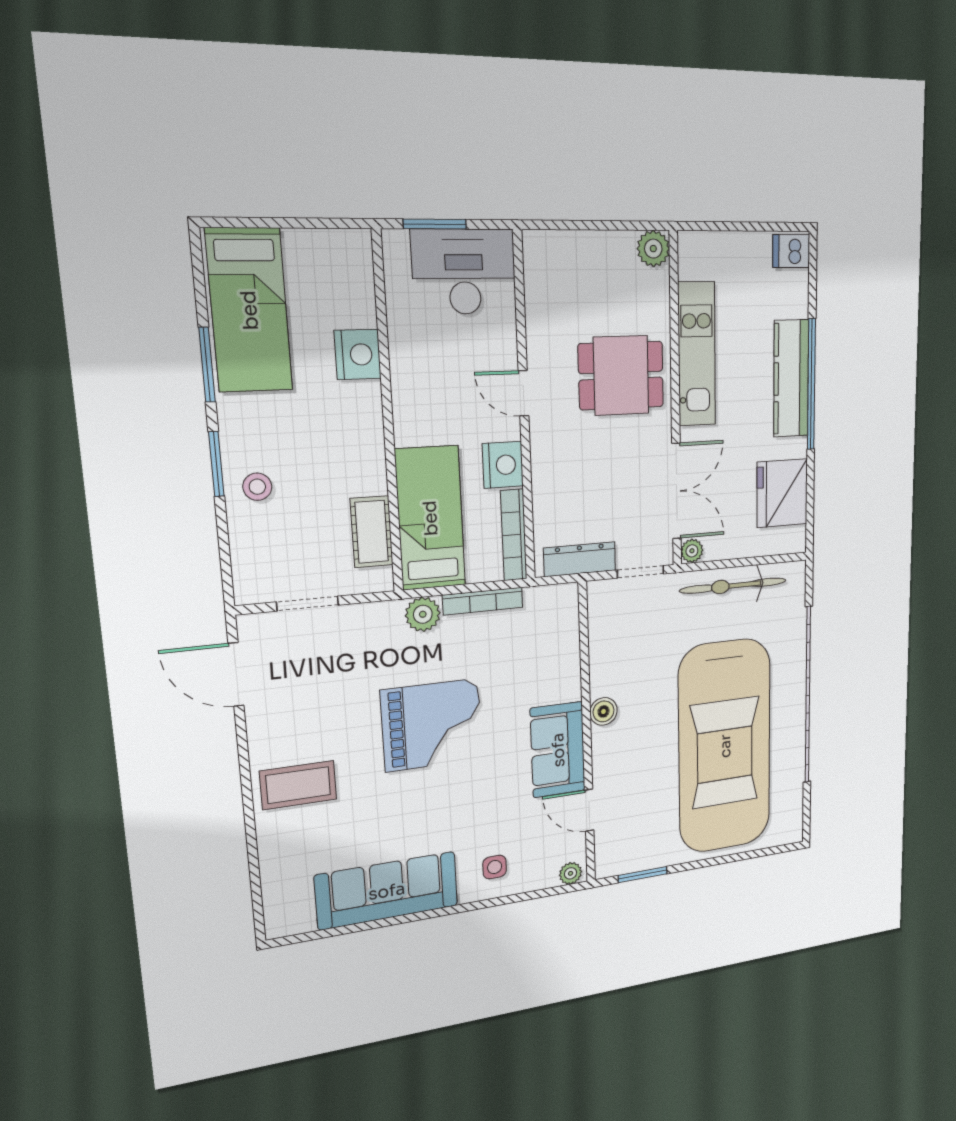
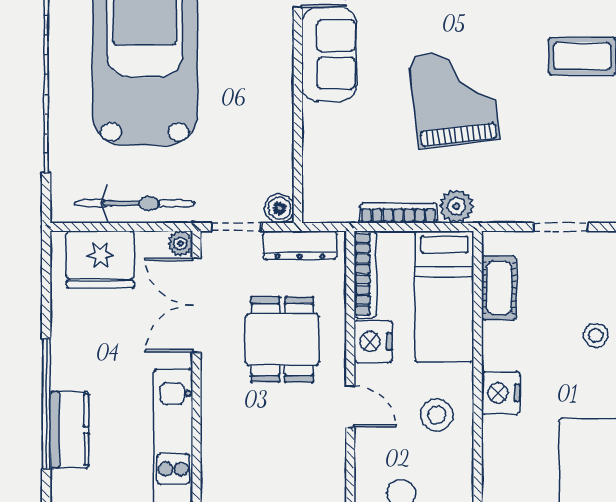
nightstand: (358, 355) -> (501, 393), moved
dining table: (621, 375) -> (282, 339), moved, turned 90
kitchen counter: (791, 378) -> (69, 430), width x0.67
stool: (431, 388) -> (437, 415), added
fridge: (782, 493) -> (100, 260), moved, turned 90
boiler: (603, 711) -> (279, 208), moved
grand piano: (432, 725) -> (454, 97), turned 83

